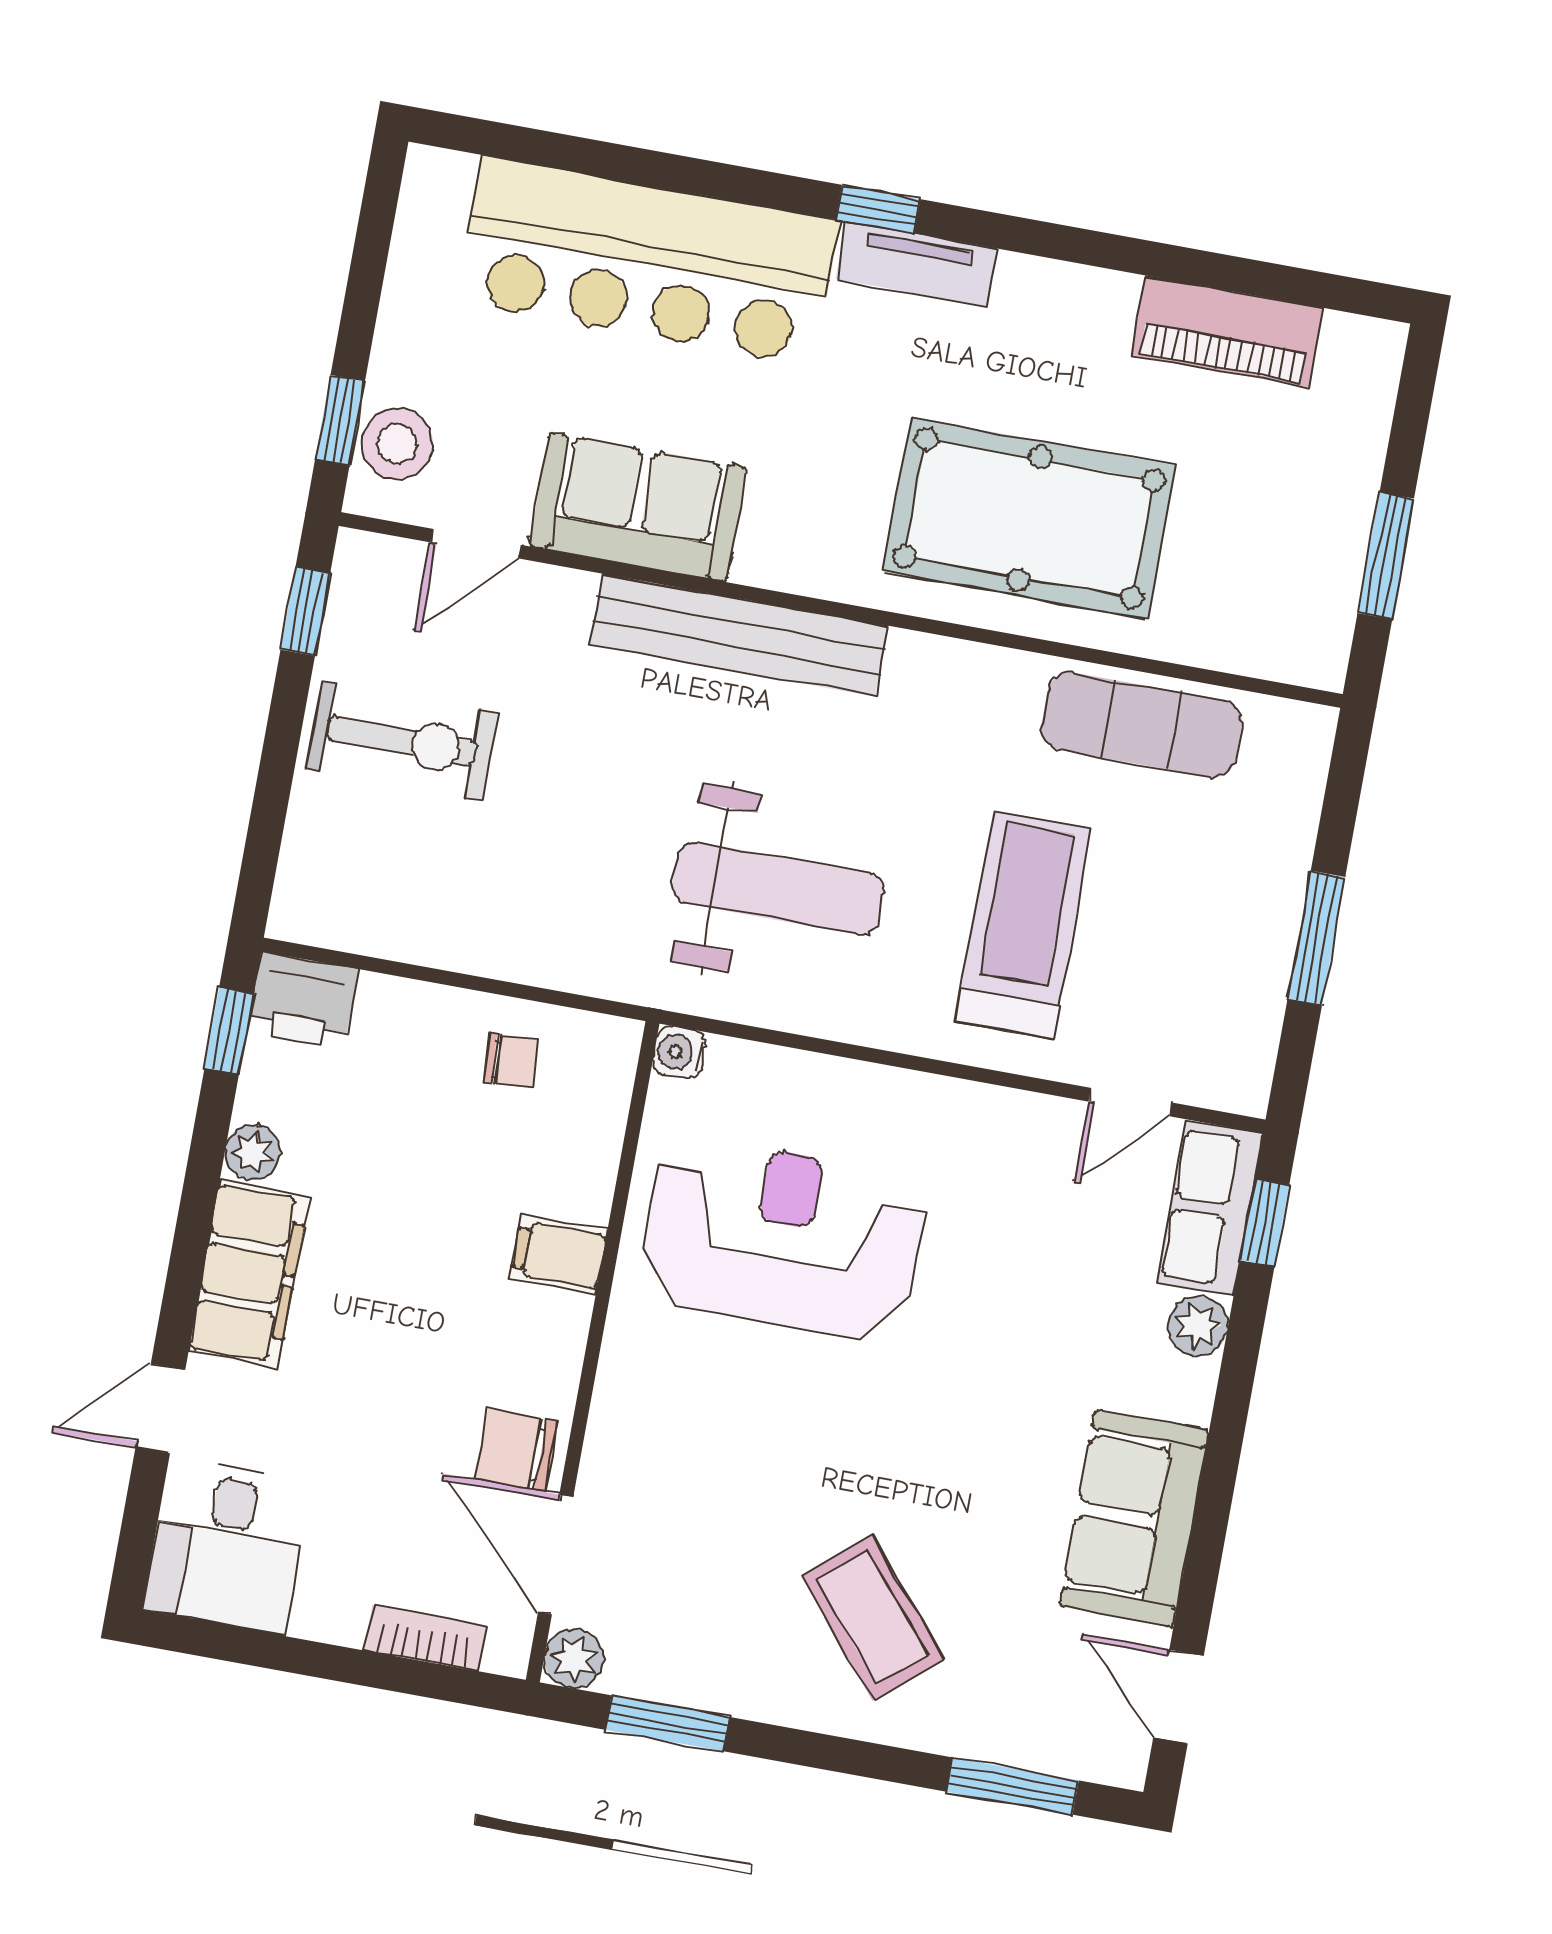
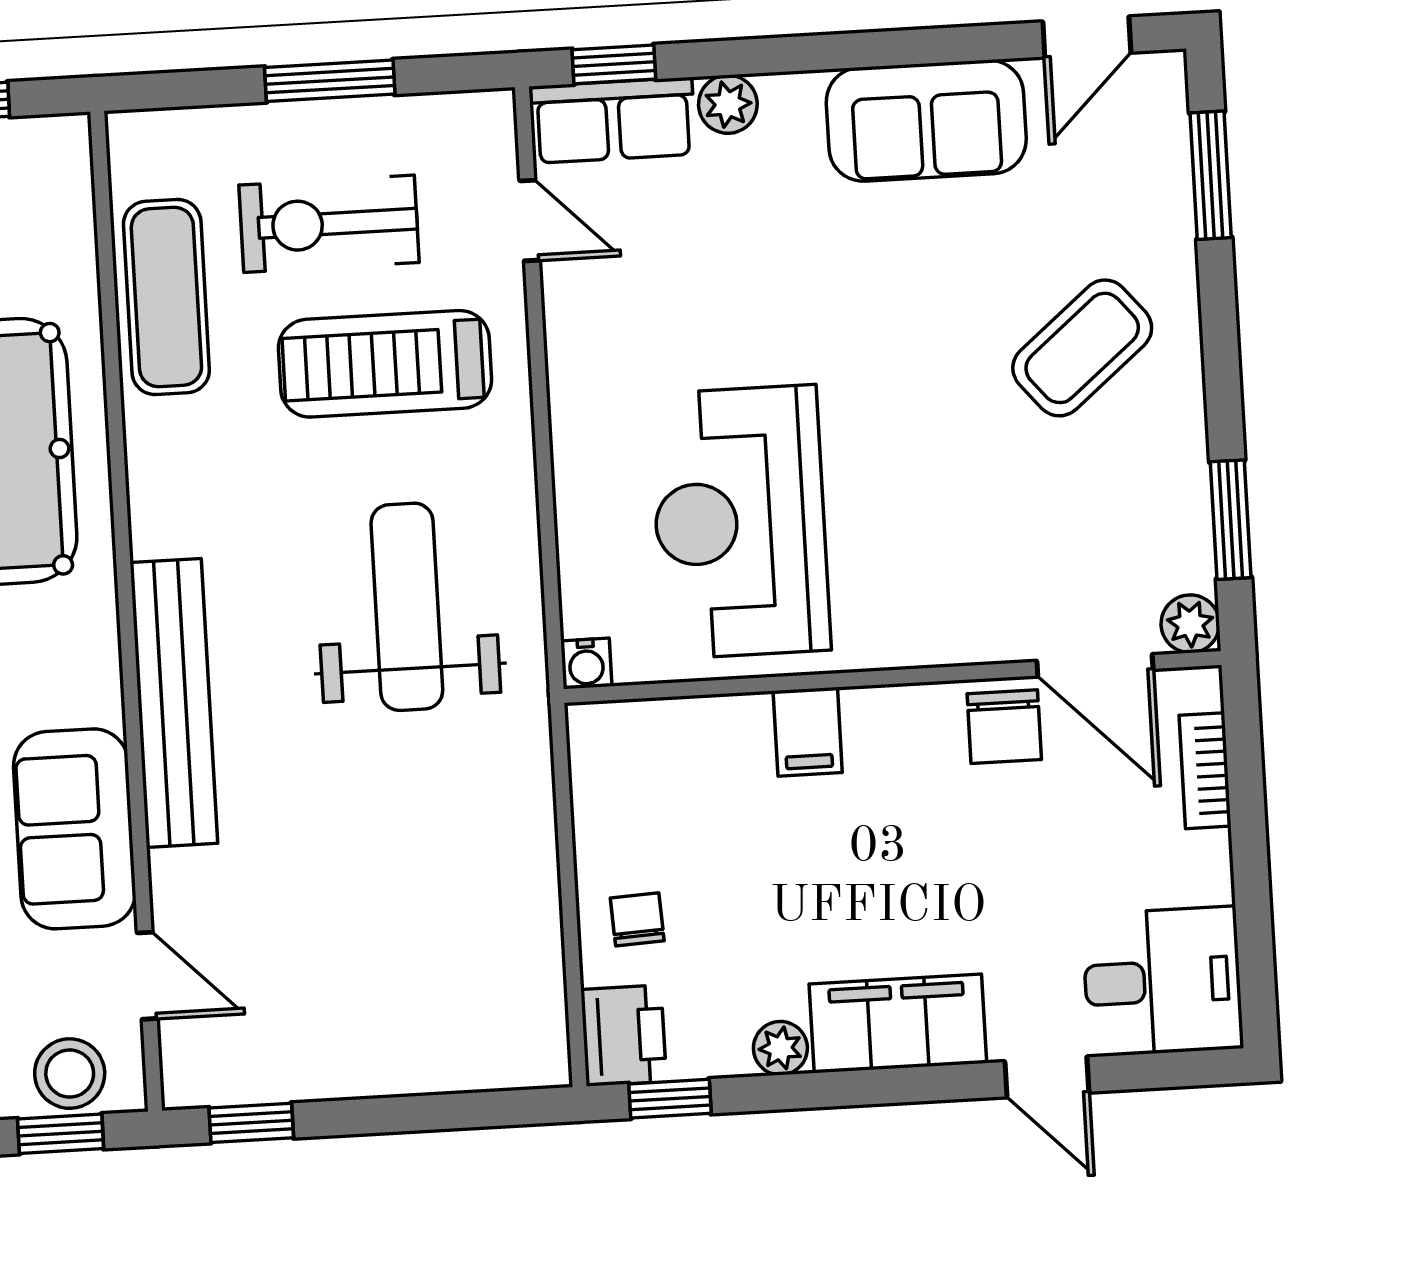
exercise bike: (402, 741) -> (329, 224), moved, turned -90
chair: (511, 1061) -> (637, 919), moved
door: (556, 1554) -> (1095, 665), hinge flipped

